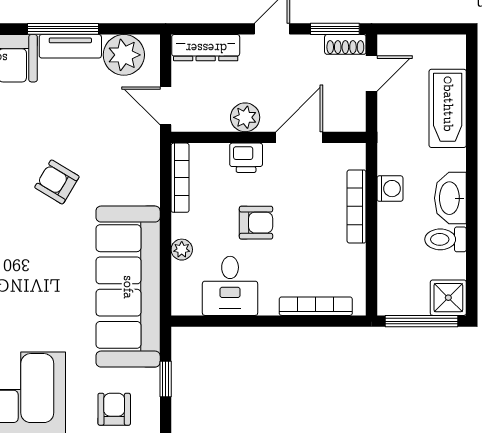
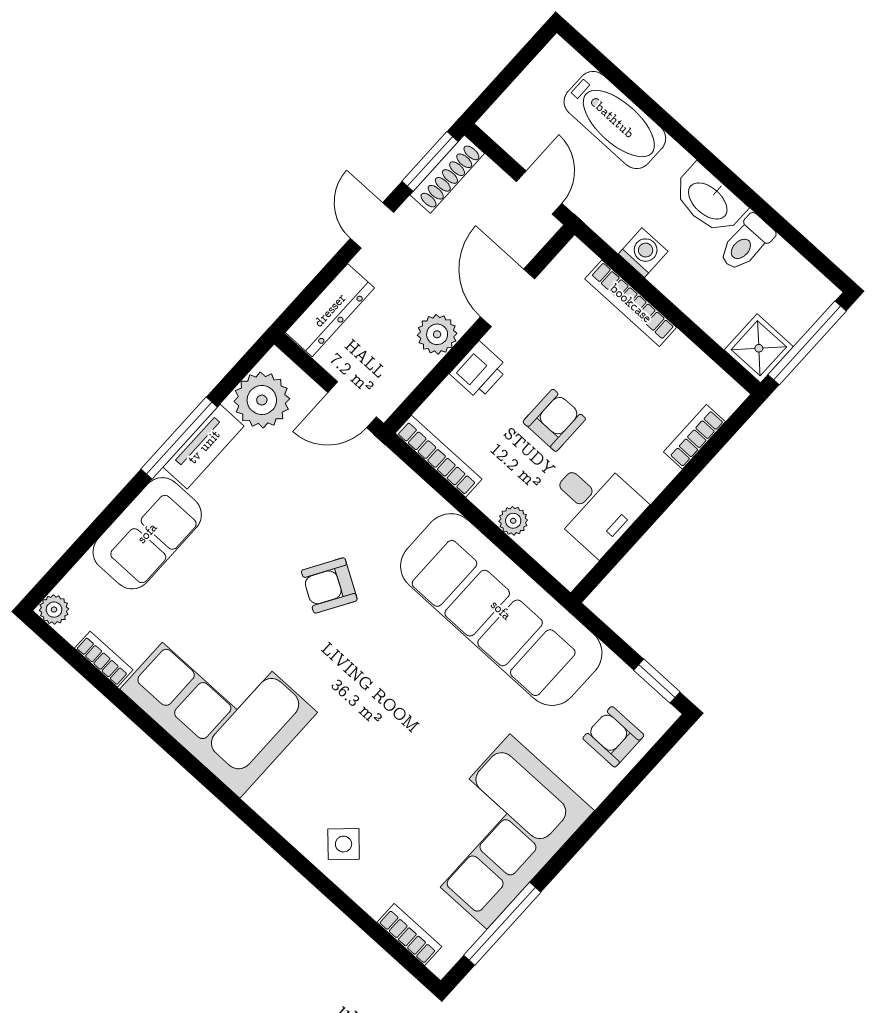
shoe rack: (345, 44) -> (447, 174), width x1.43
door: (372, 74) -> (539, 192), moved
shower: (448, 298) -> (759, 348), moved
bookcase: (316, 306) -> (694, 437), width x0.64
window: (166, 379) -> (657, 681), moved

